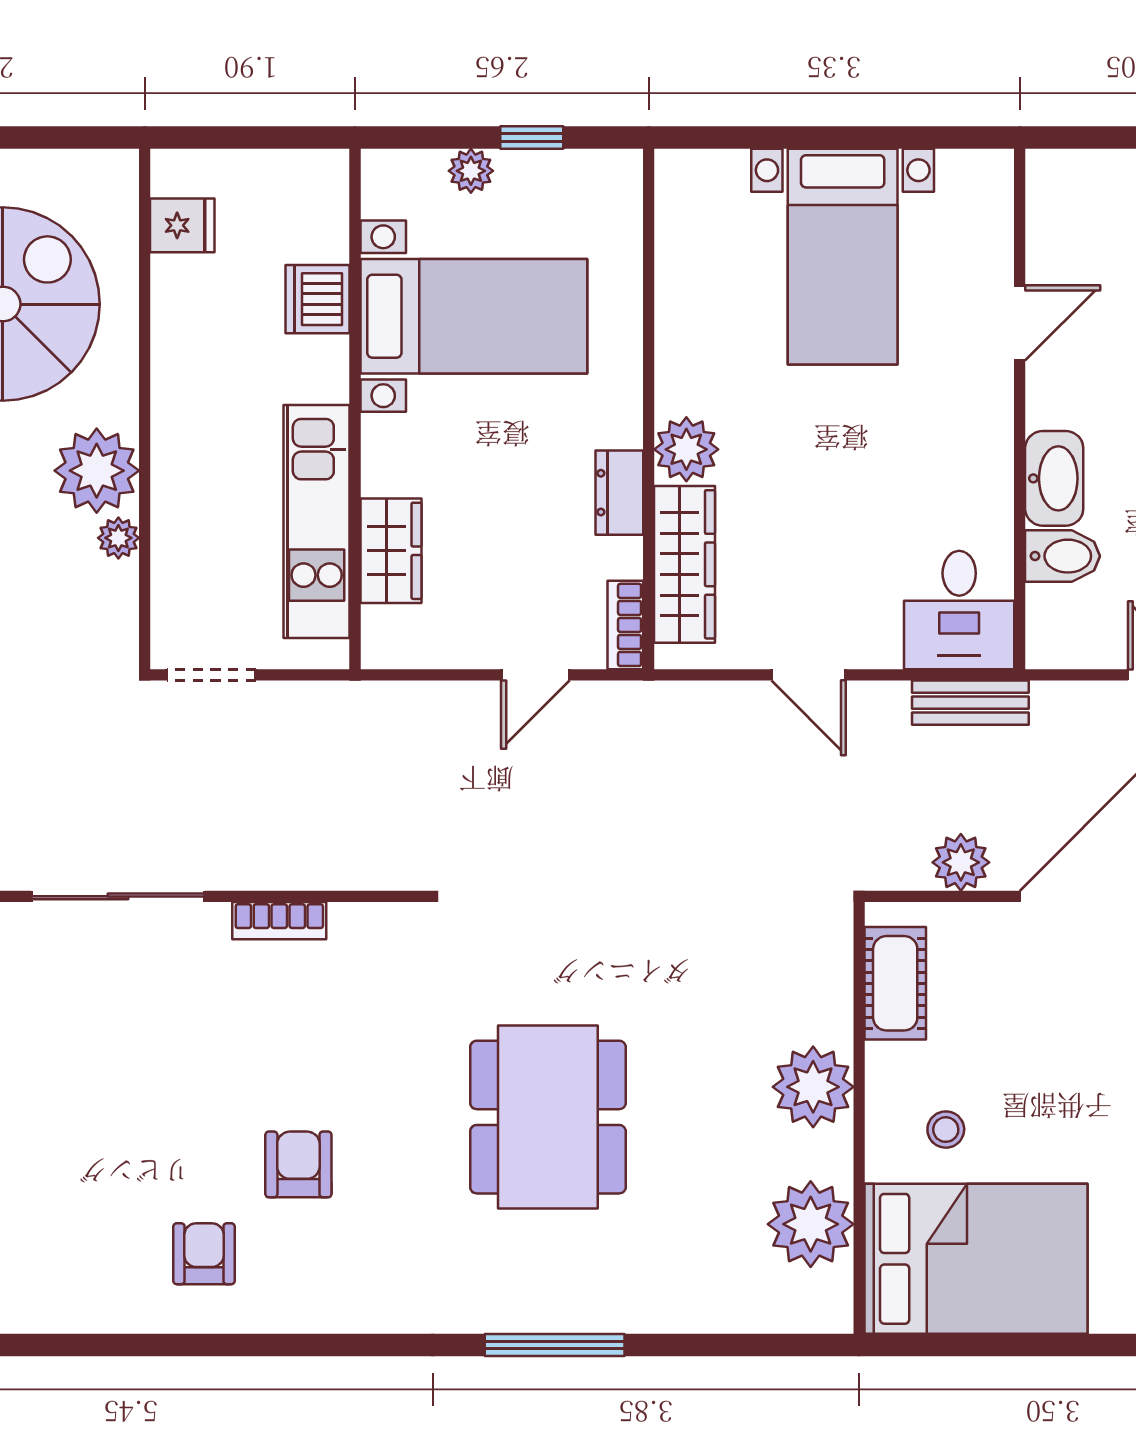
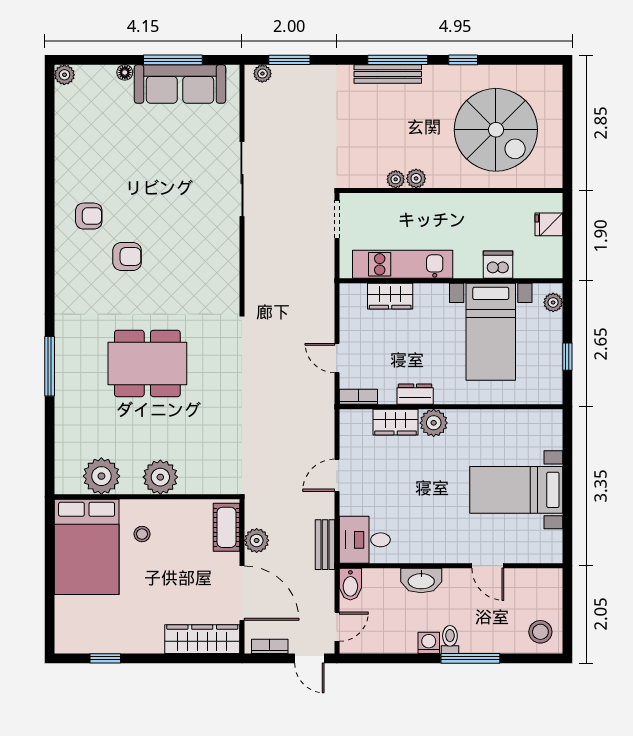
plant: (471, 171) -> (553, 302), moved
fridge: (182, 225) -> (549, 224), moved, turned 90
plant: (97, 471) -> (416, 178), width x0.53, depth x0.53
bidet: (1063, 556) -> (350, 584), moved
wardrobe: (684, 564) -> (396, 422), width x0.67
bookcase: (279, 921) -> (232, 248), removed
cot: (895, 983) -> (226, 527), moved, turned 90

